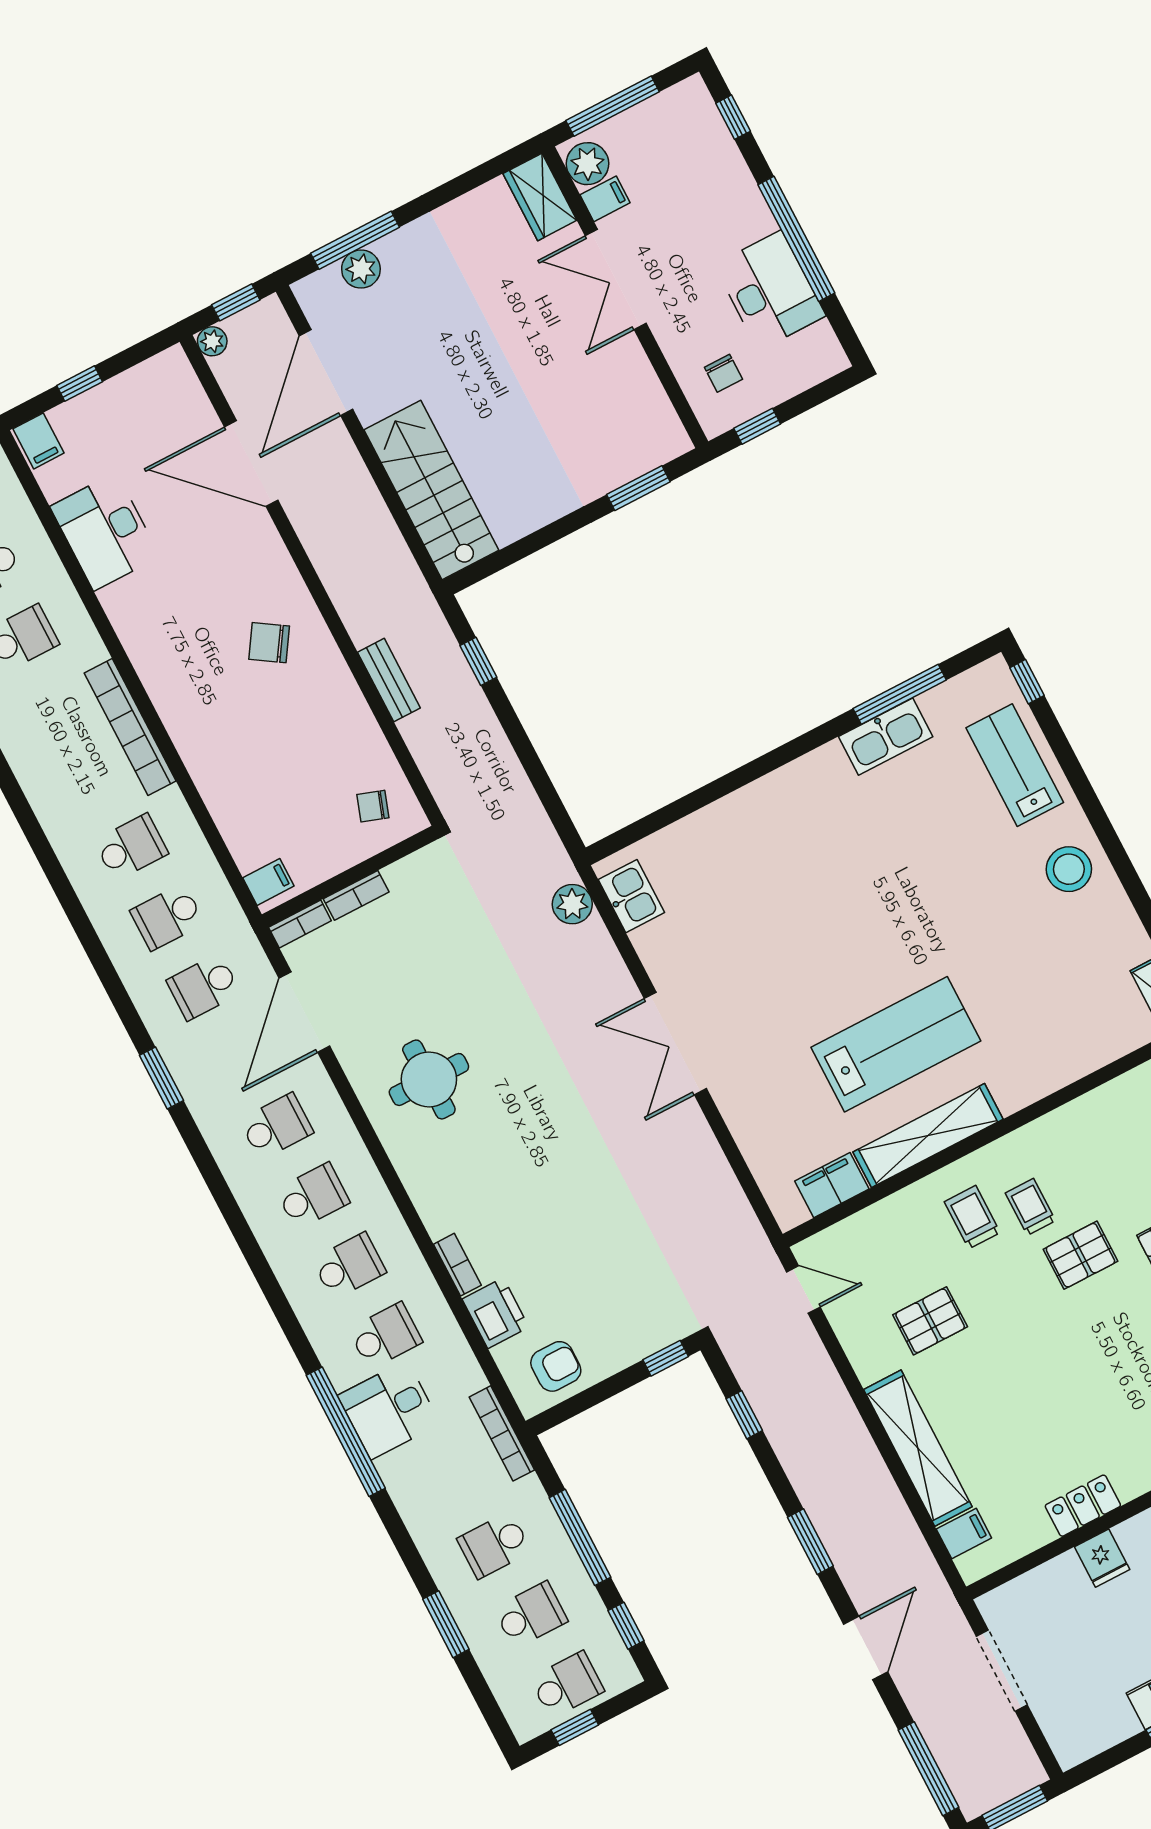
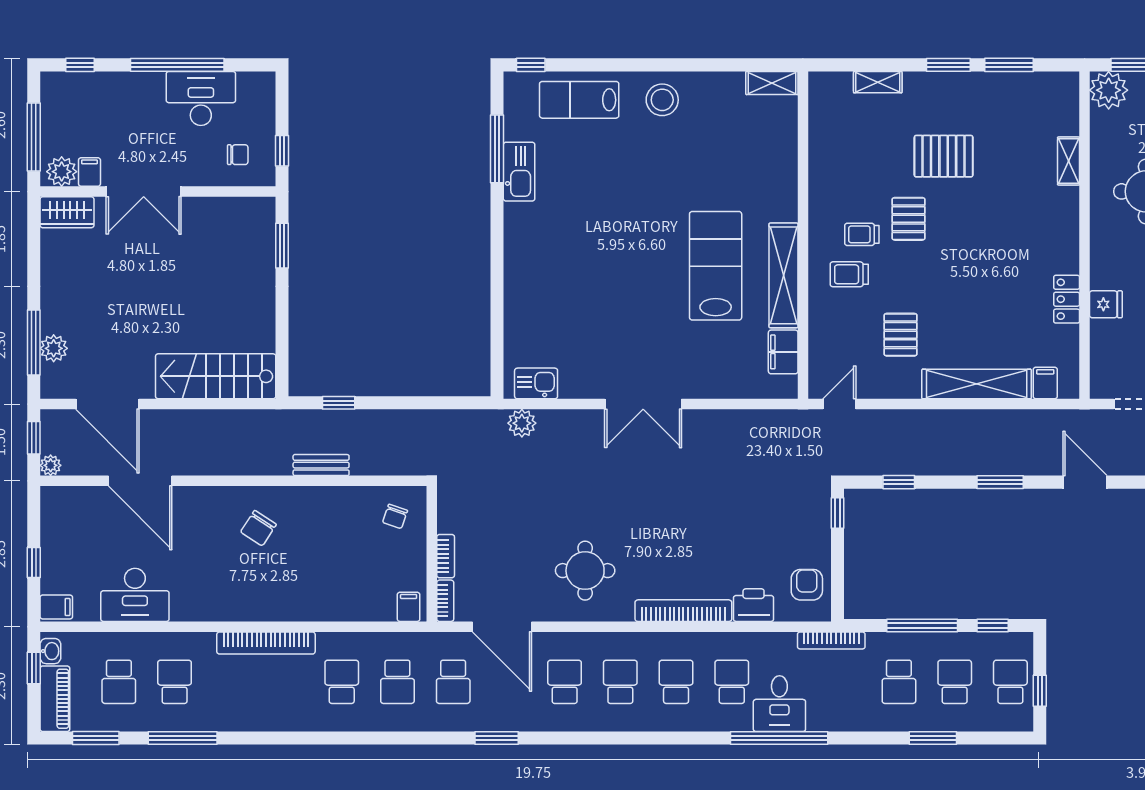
door: (251, 464) -> (140, 481), hinge flipped
bookcase: (457, 1265) -> (683, 611), width x2.31, depth x1.31

